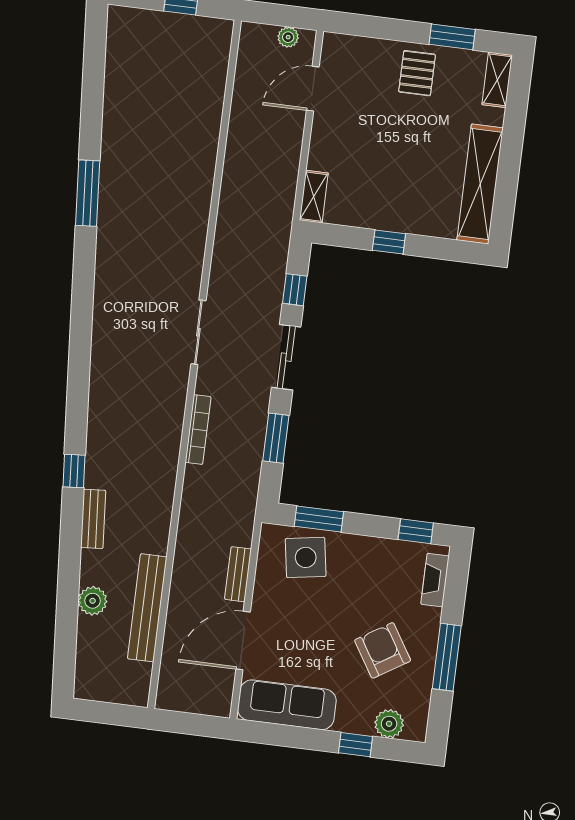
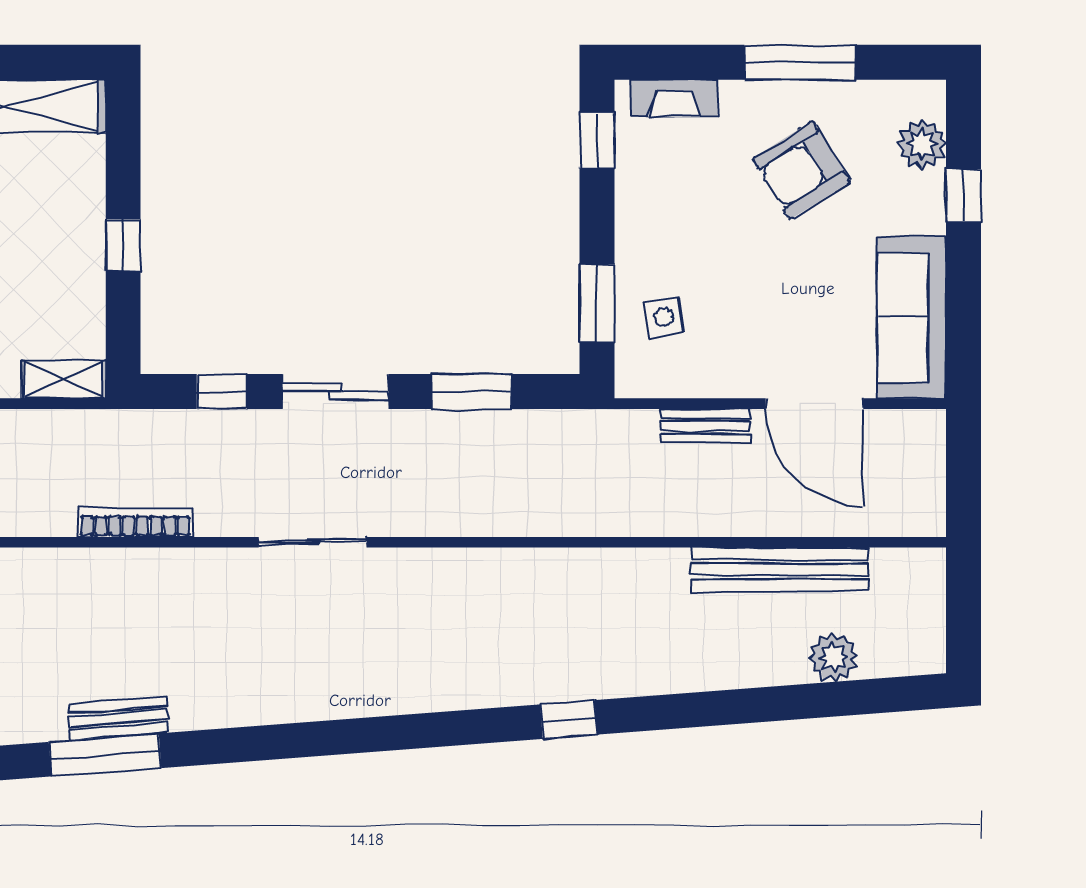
bookcase: (198, 430) -> (135, 522), moved
bench: (93, 519) -> (118, 718), moved
side table: (306, 557) -> (664, 317), width x0.54, depth x0.54
plant: (93, 601) -> (833, 657), moved

